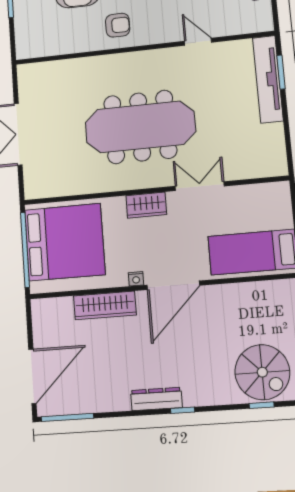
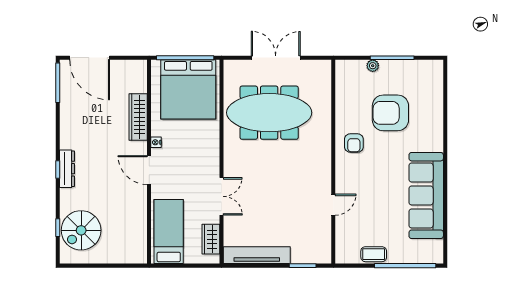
plant: (21, 14) -> (373, 66), added
tv unit: (268, 79) -> (257, 255), moved
meeting table: (140, 127) -> (269, 113), moved, turned 90
wardrobe: (146, 205) -> (211, 239), moved
door: (173, 285) -> (149, 170), width x0.73
dresser: (156, 399) -> (67, 169), moved

